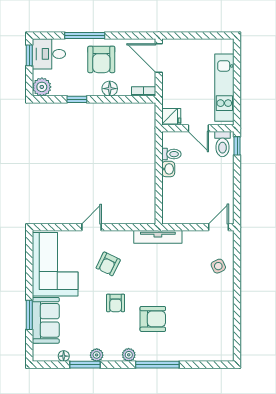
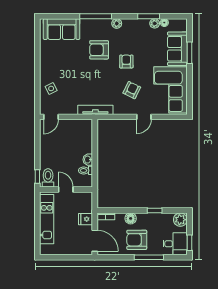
armchair: (101, 59) -> (137, 240), turned -90
fridge: (171, 116) -> (86, 219), moved
sofa: (204, 347) -> (62, 29), added
plant: (97, 355) -> (155, 23), moved

